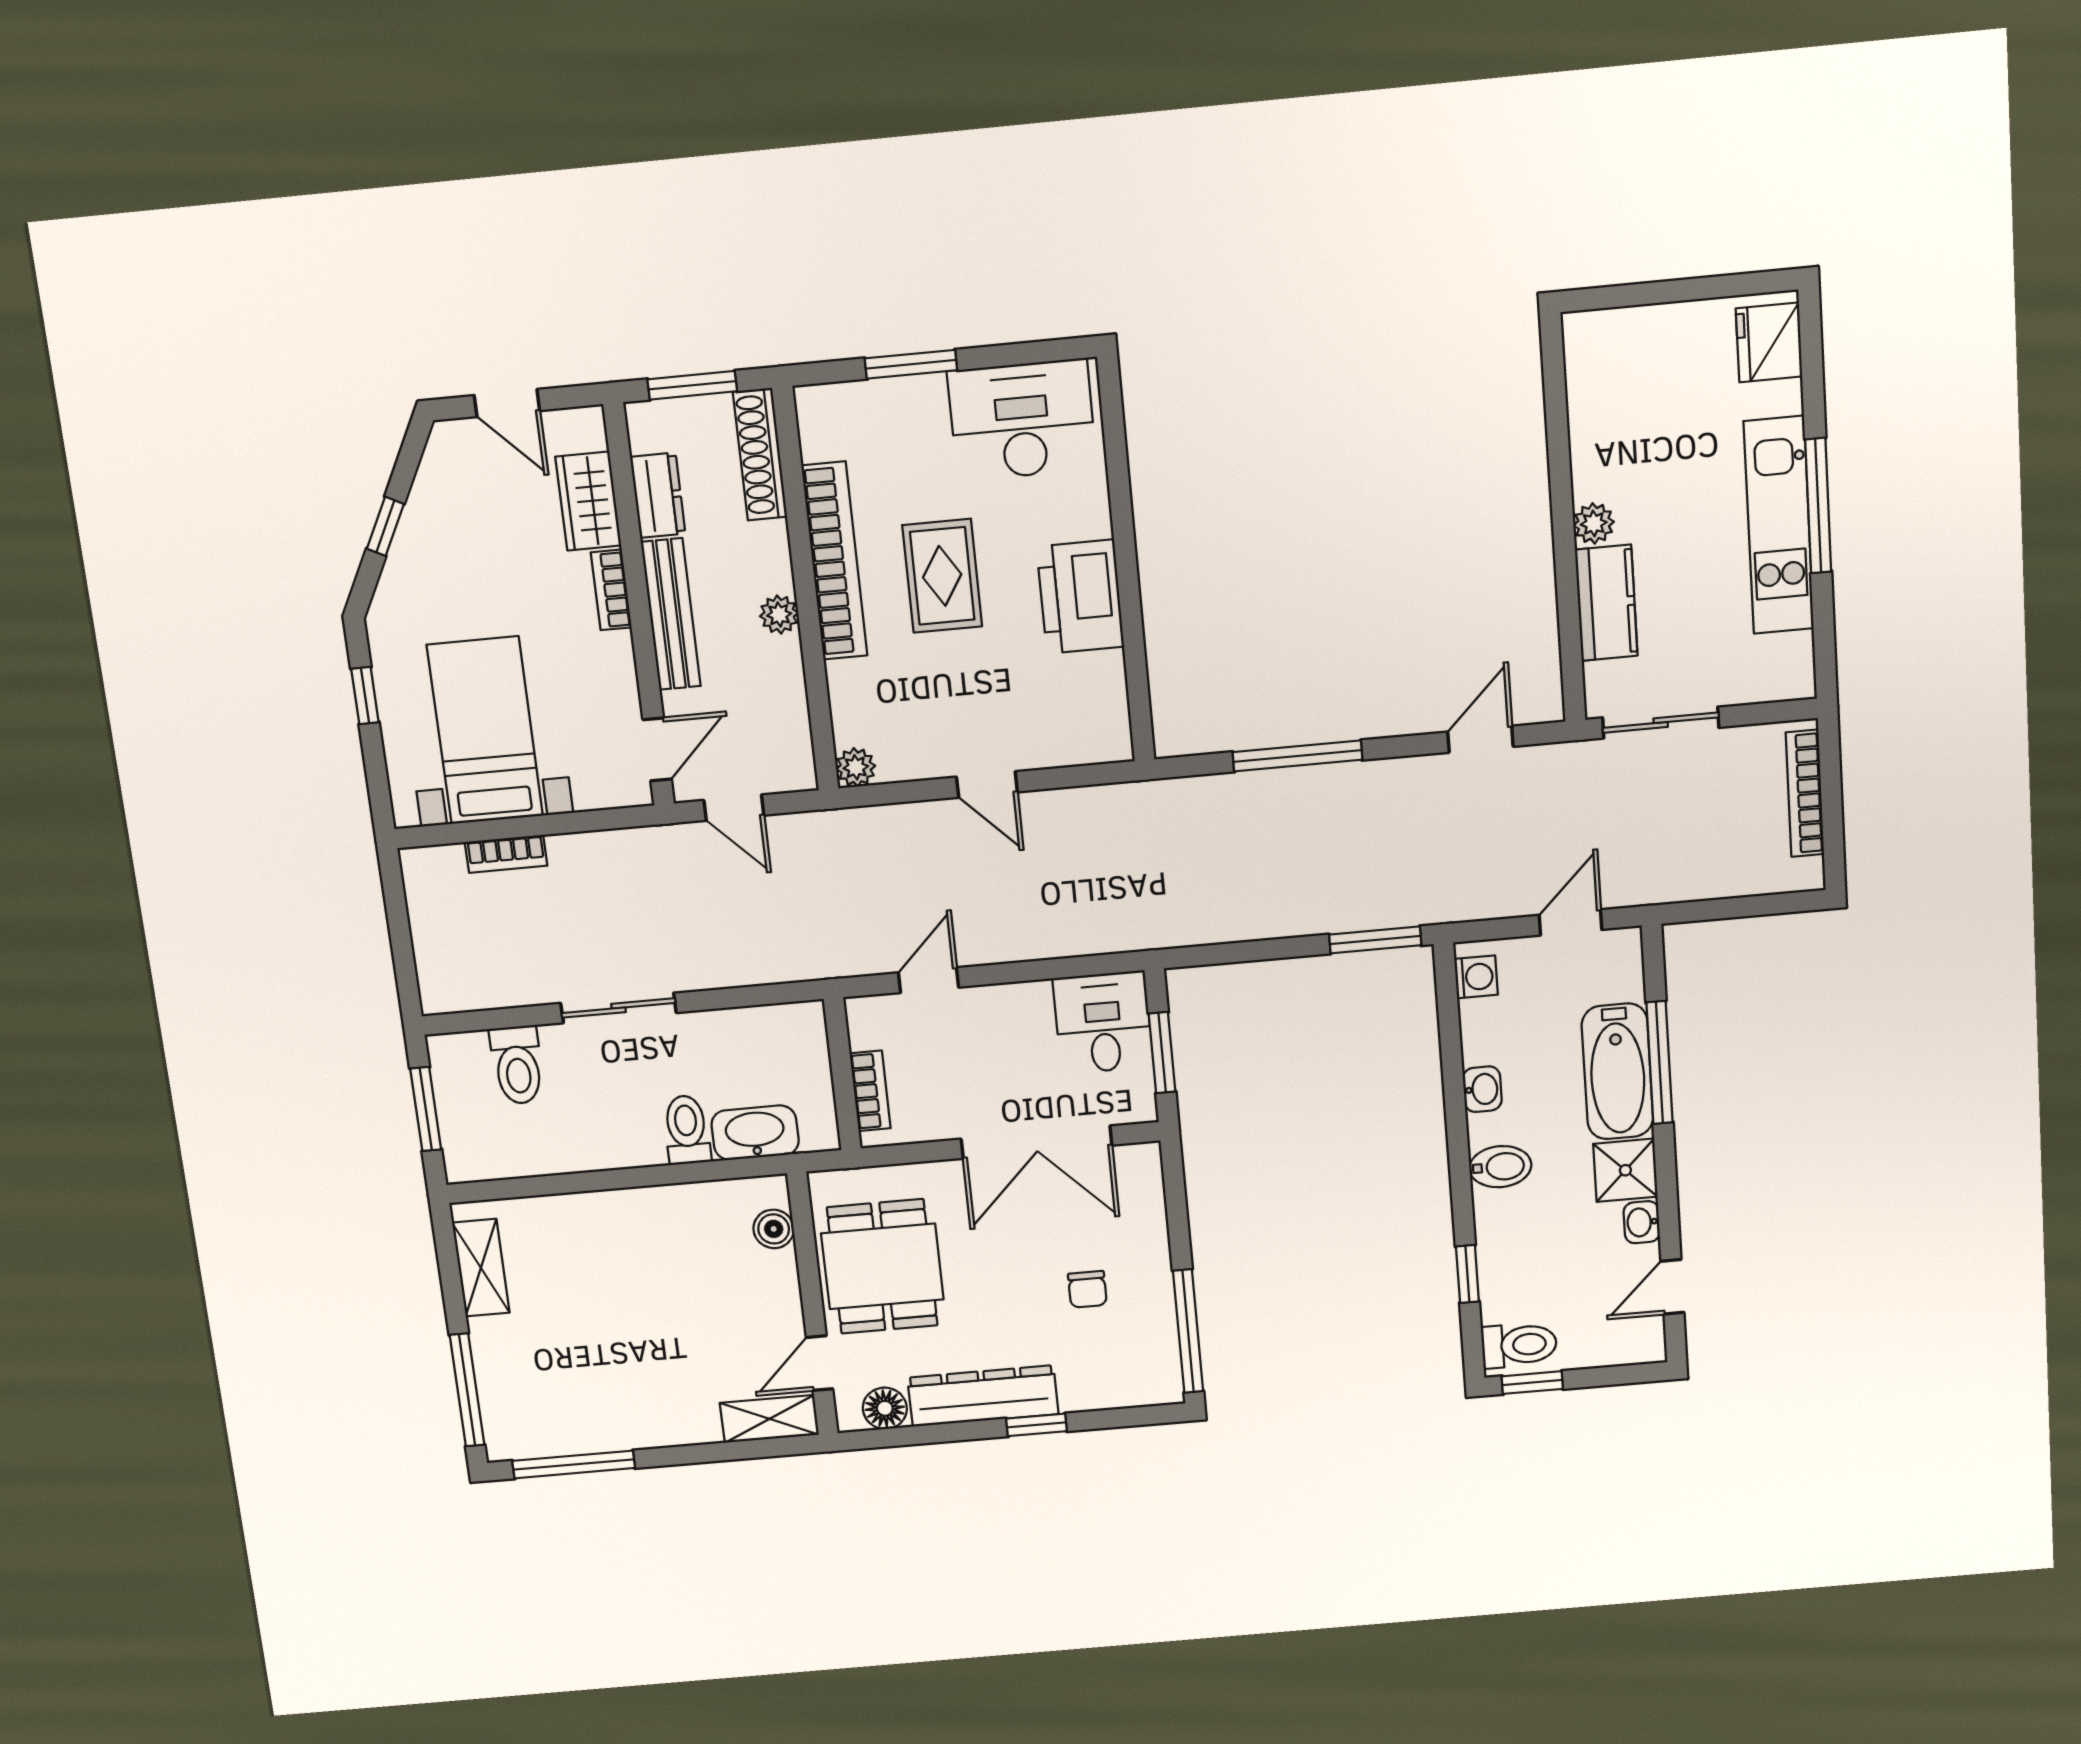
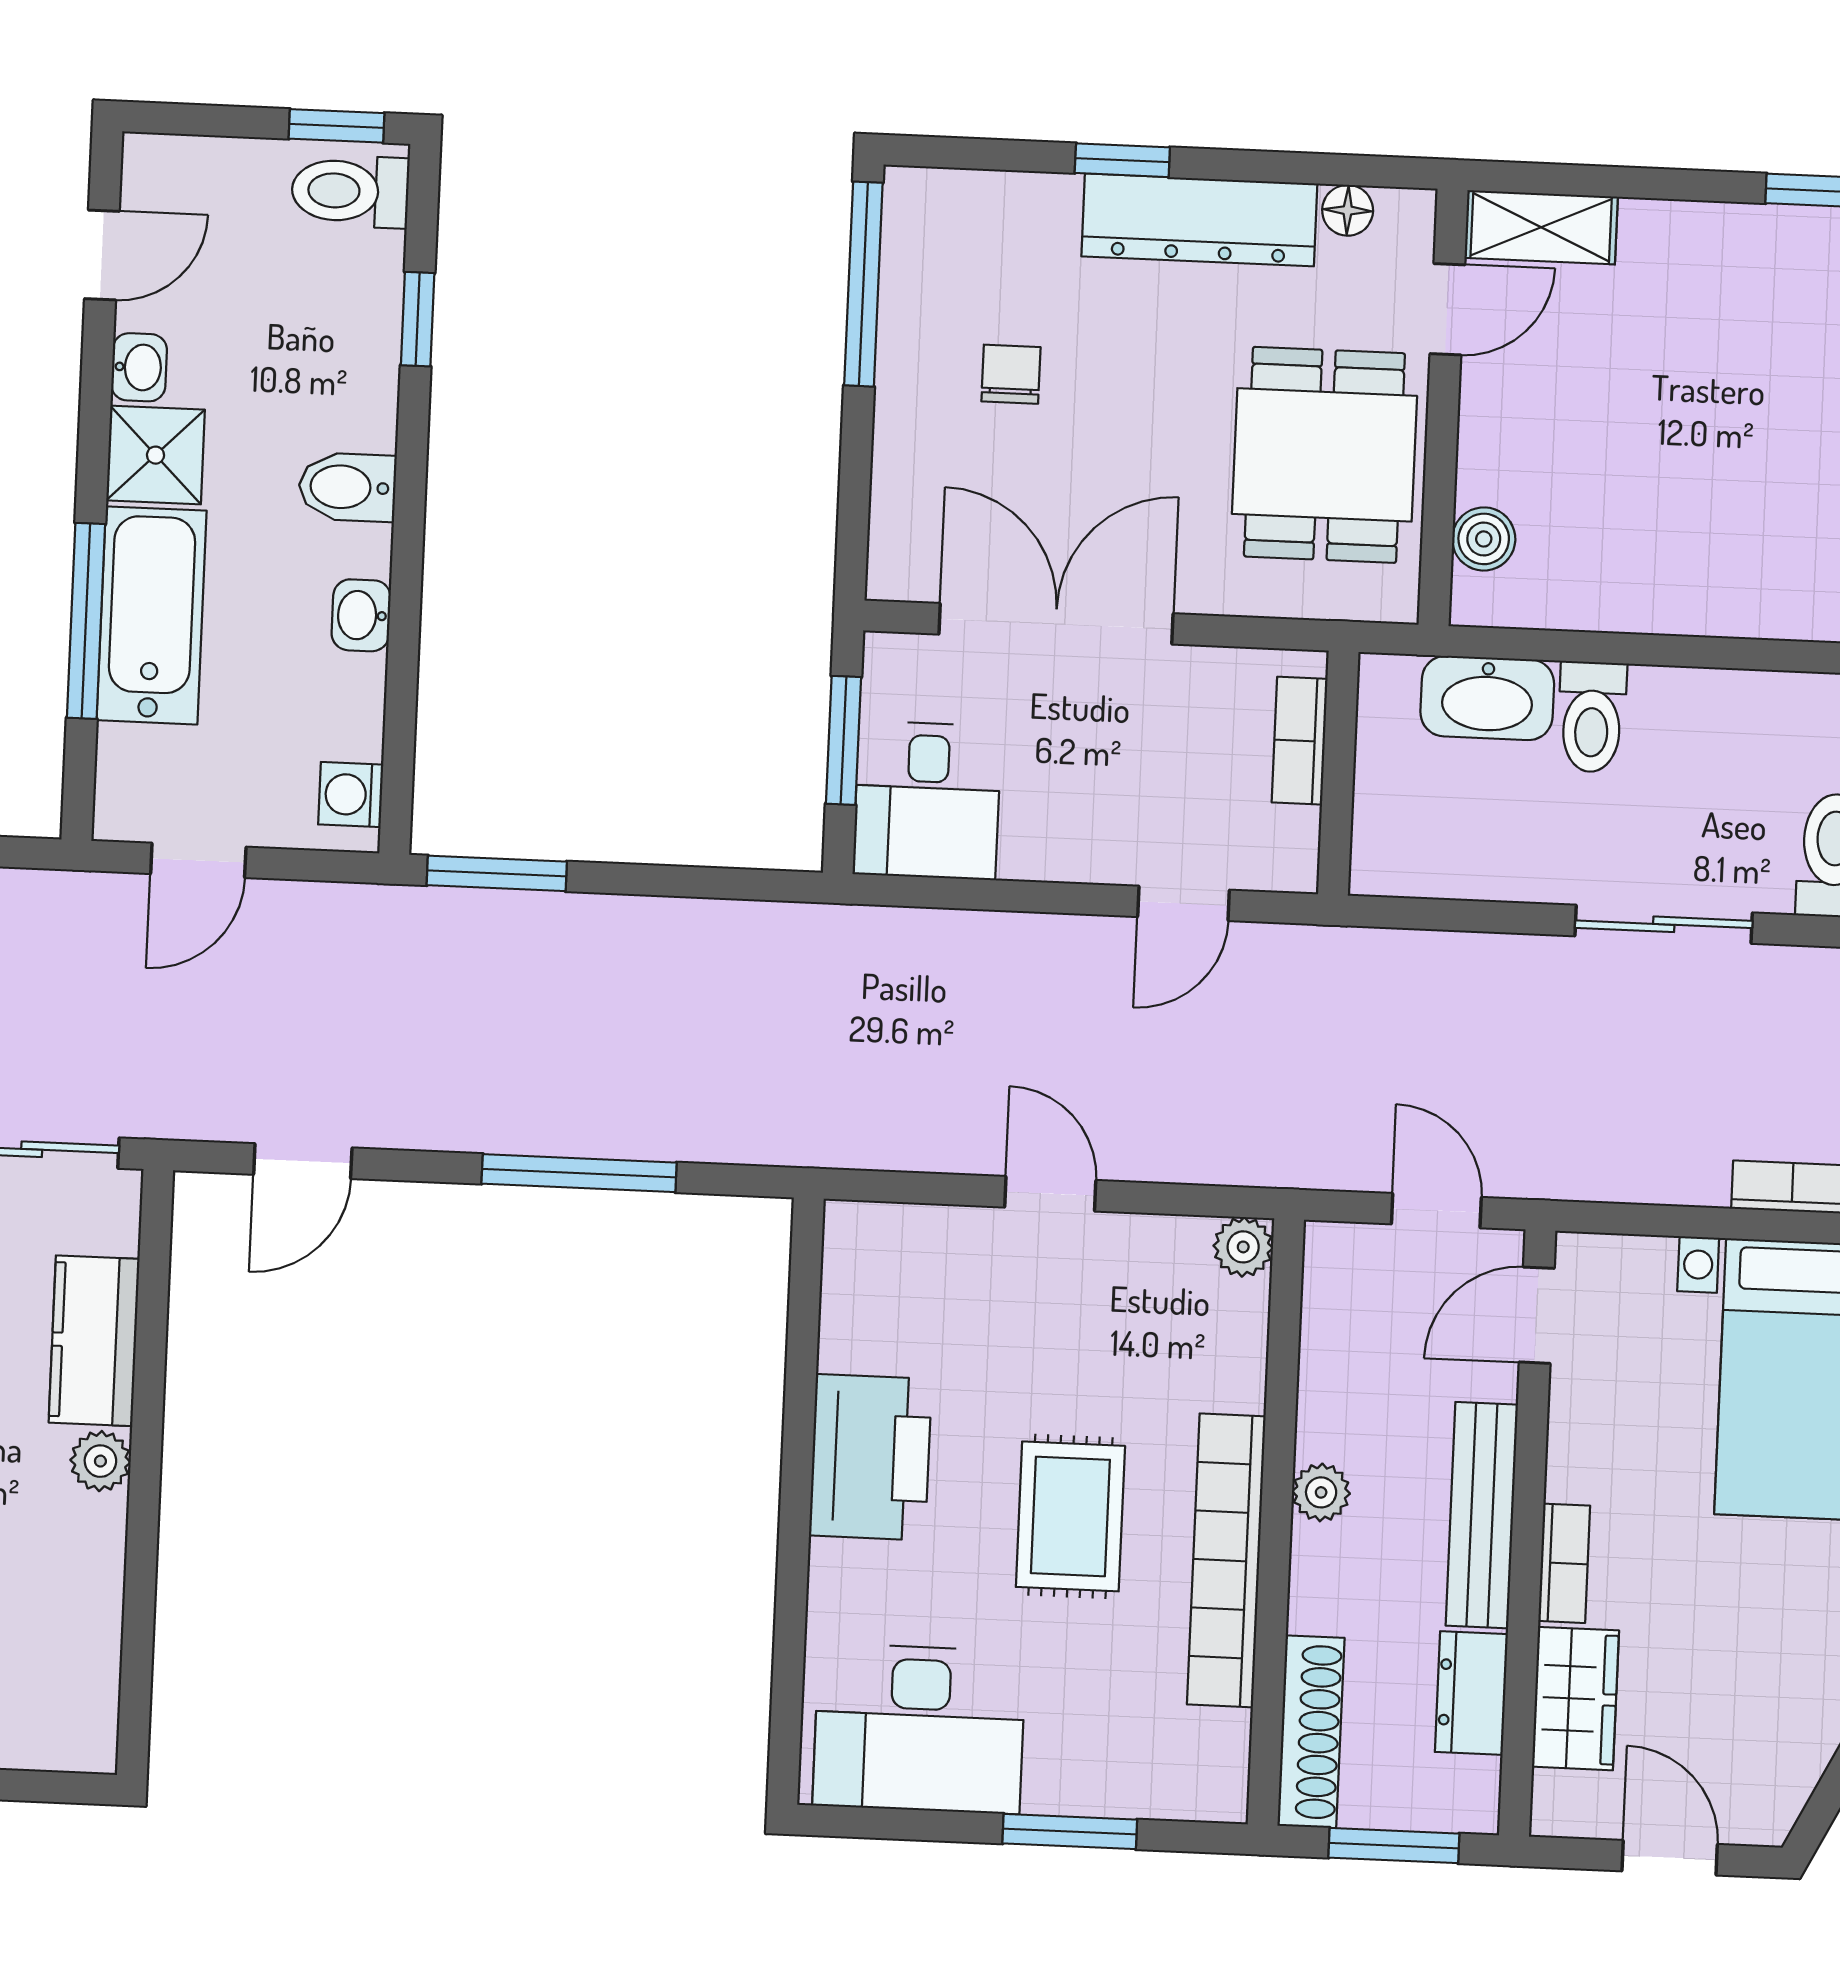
floor lamp: (885, 1408) -> (1348, 210), width x0.73, depth x0.73

